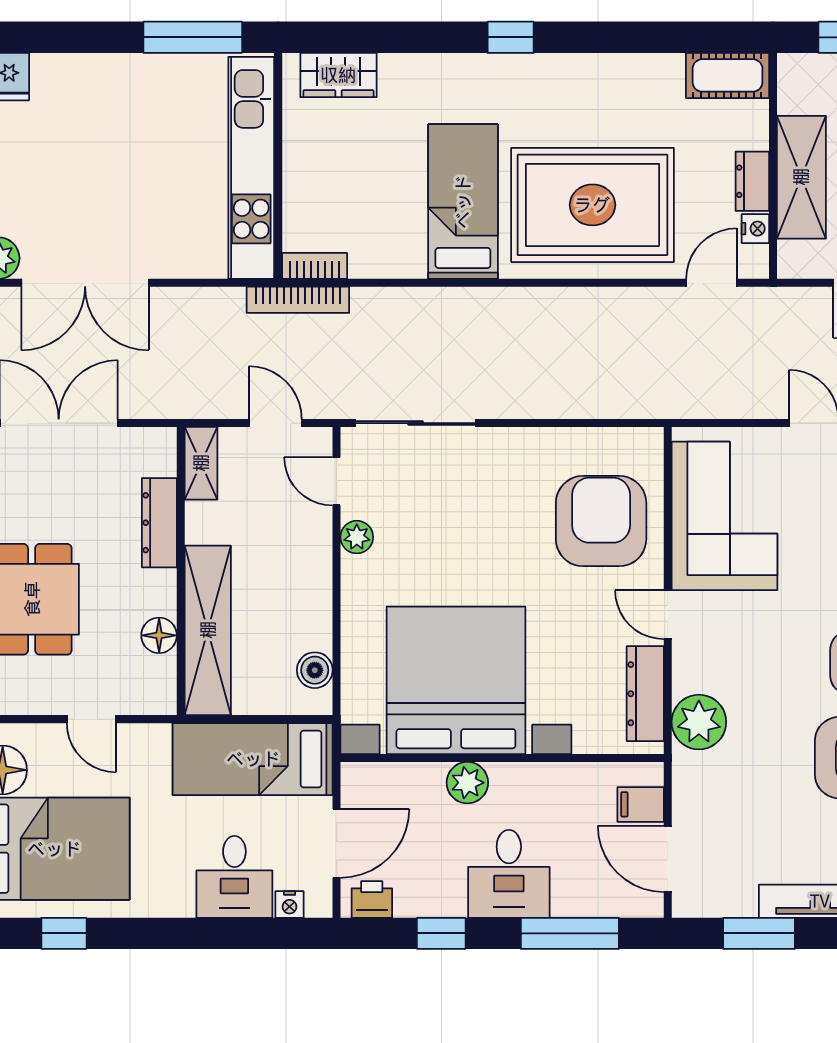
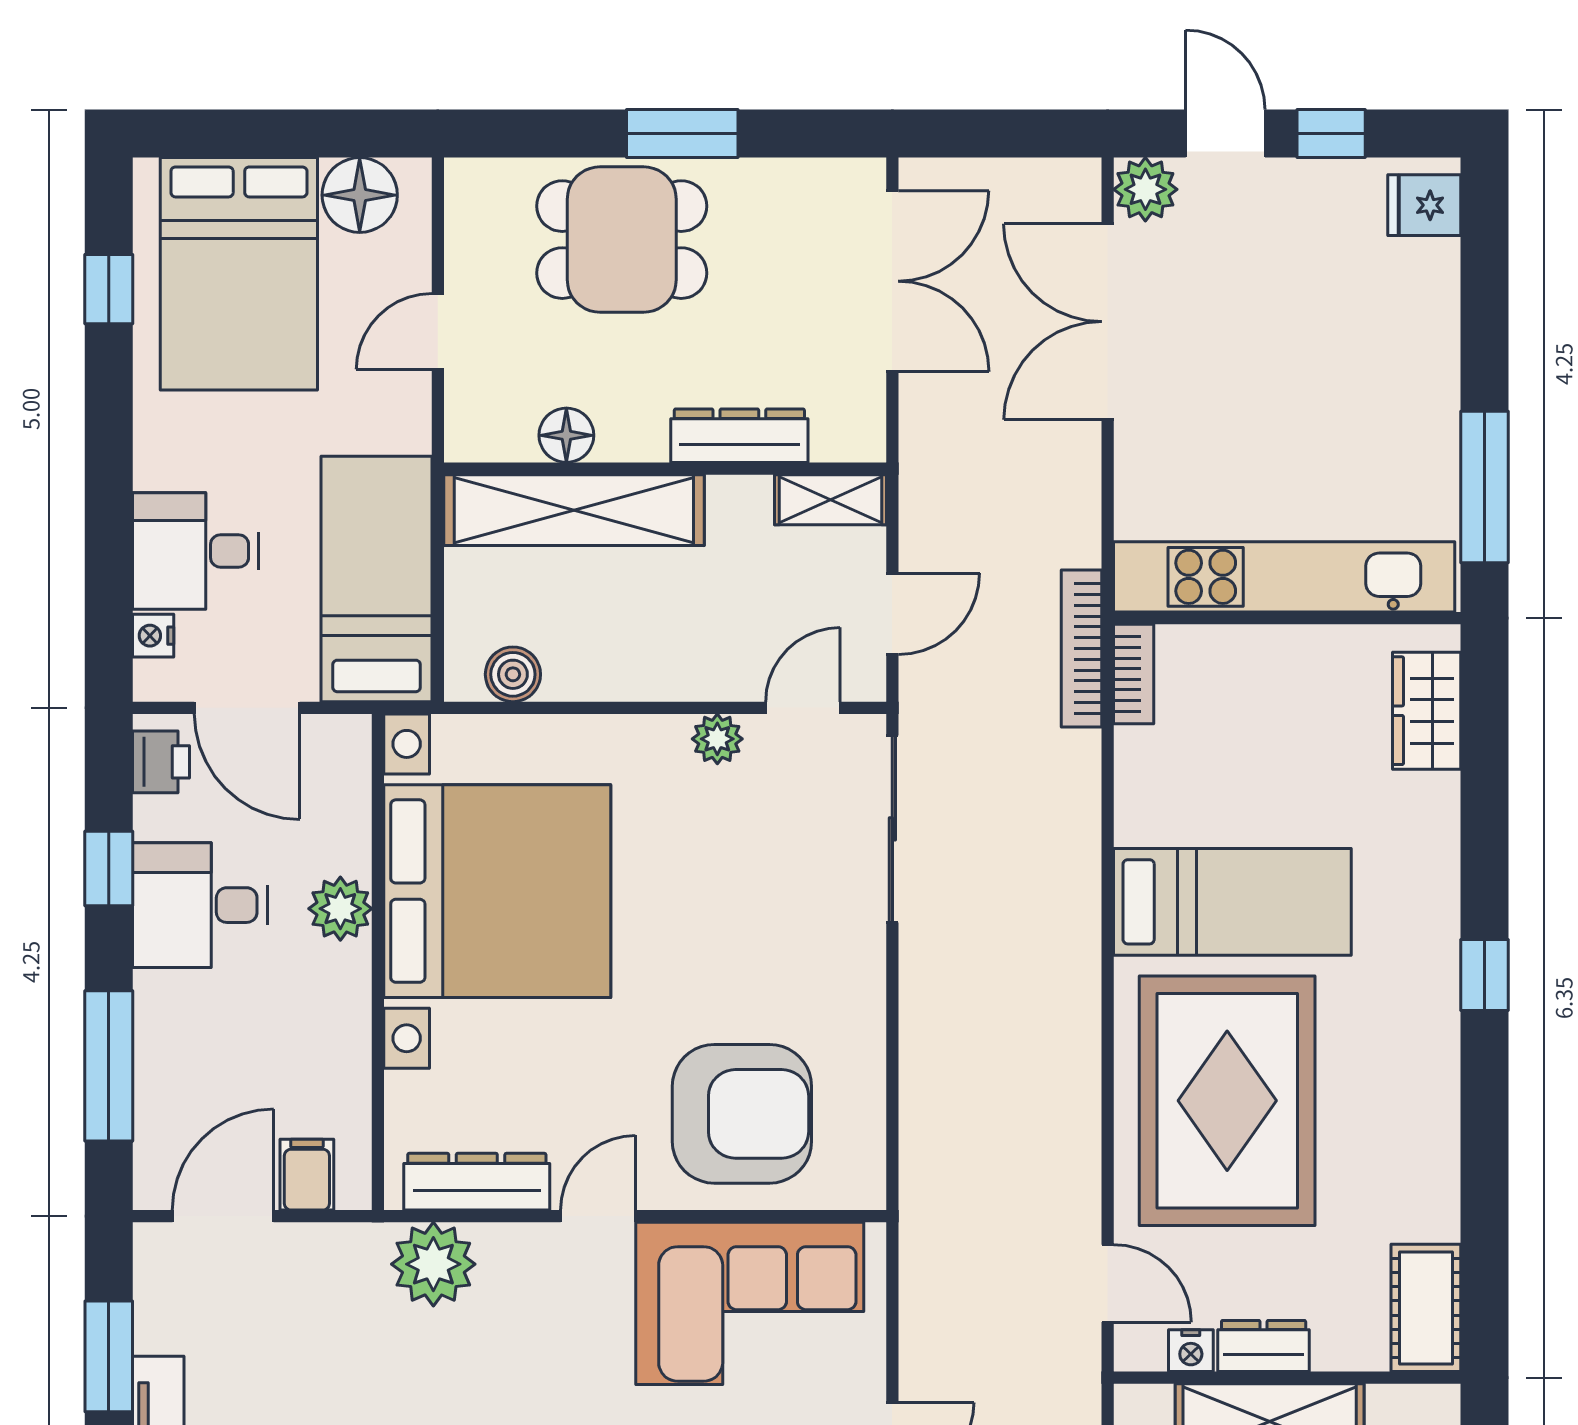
desk: (509, 874) -> (200, 905), moved

